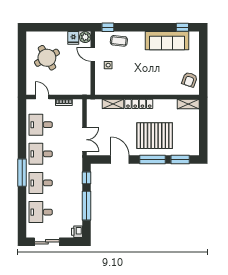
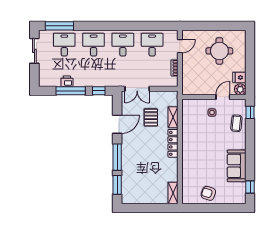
sofa: (167, 41) -> (237, 166), width x0.73
round table: (47, 58) -> (219, 51), turned 30
armchair: (190, 80) -> (208, 193), moved
pallet: (155, 136) -> (151, 117), moved, width x0.49, depth x0.50
window: (22, 173) -> (59, 26), moved
printer: (77, 232) -> (67, 81), moved

